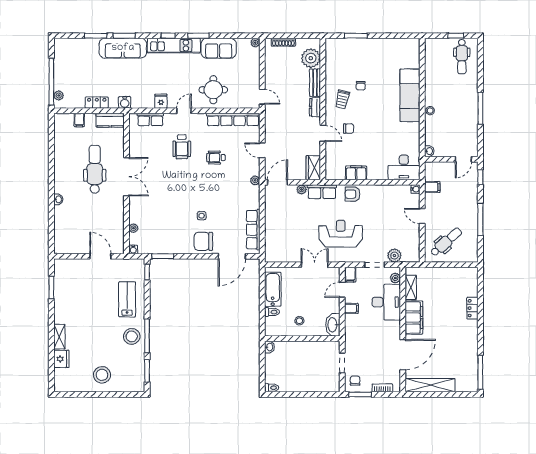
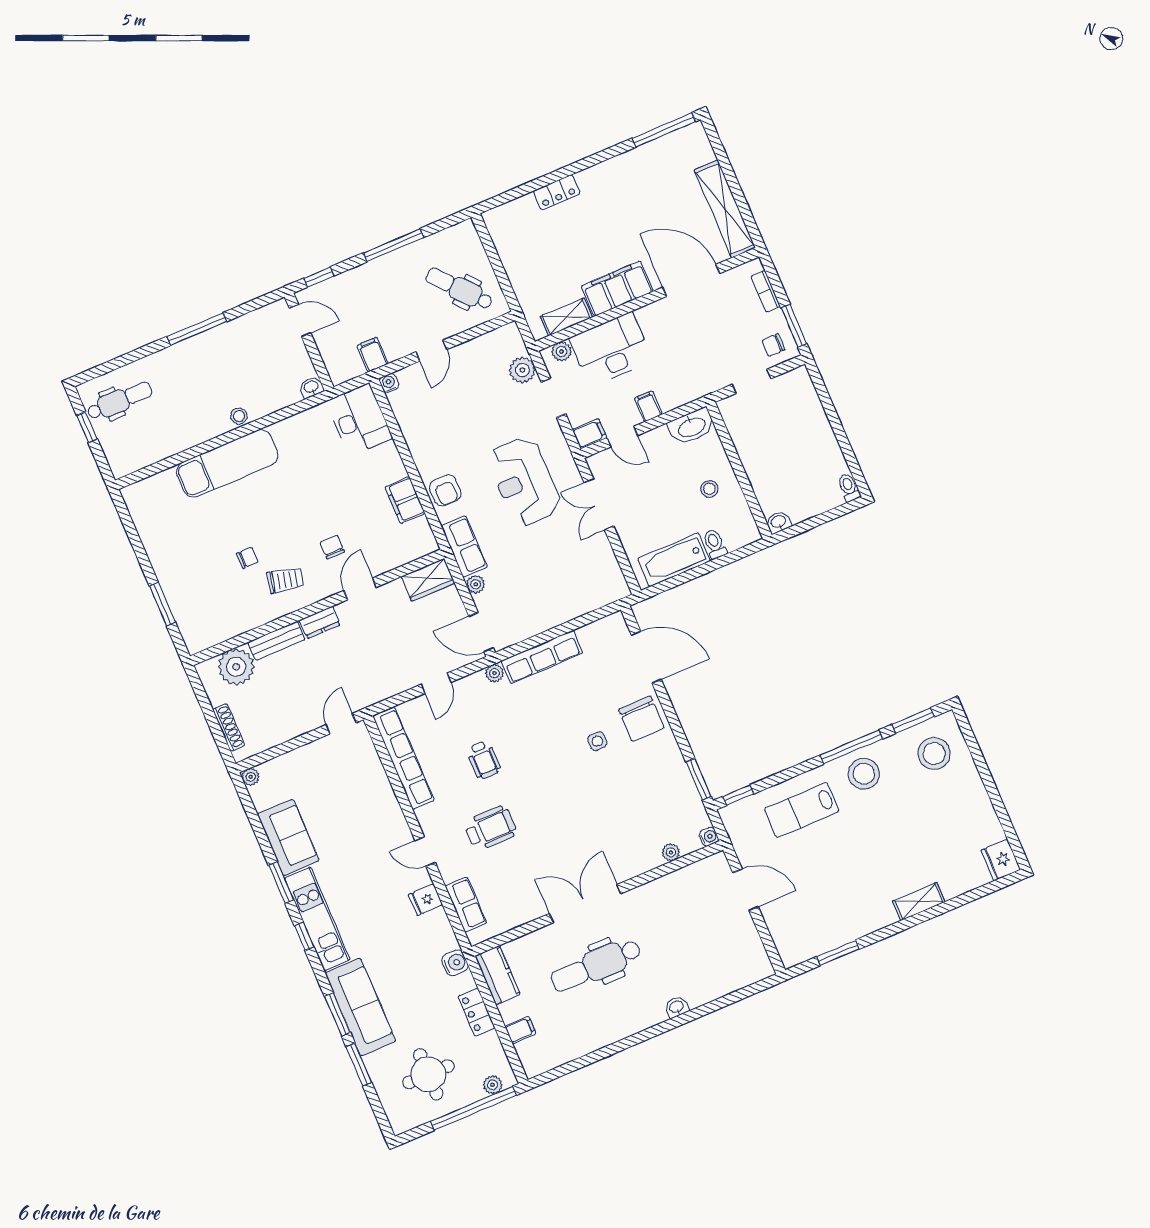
round table: (213, 90) -> (428, 1074), moved
row of seats: (253, 230) -> (542, 657), moved
door: (100, 256) -> (746, 890), swing flipped
fridge: (61, 359) -> (1001, 860), moved, turned -90
stool: (102, 375) -> (934, 754), moved

